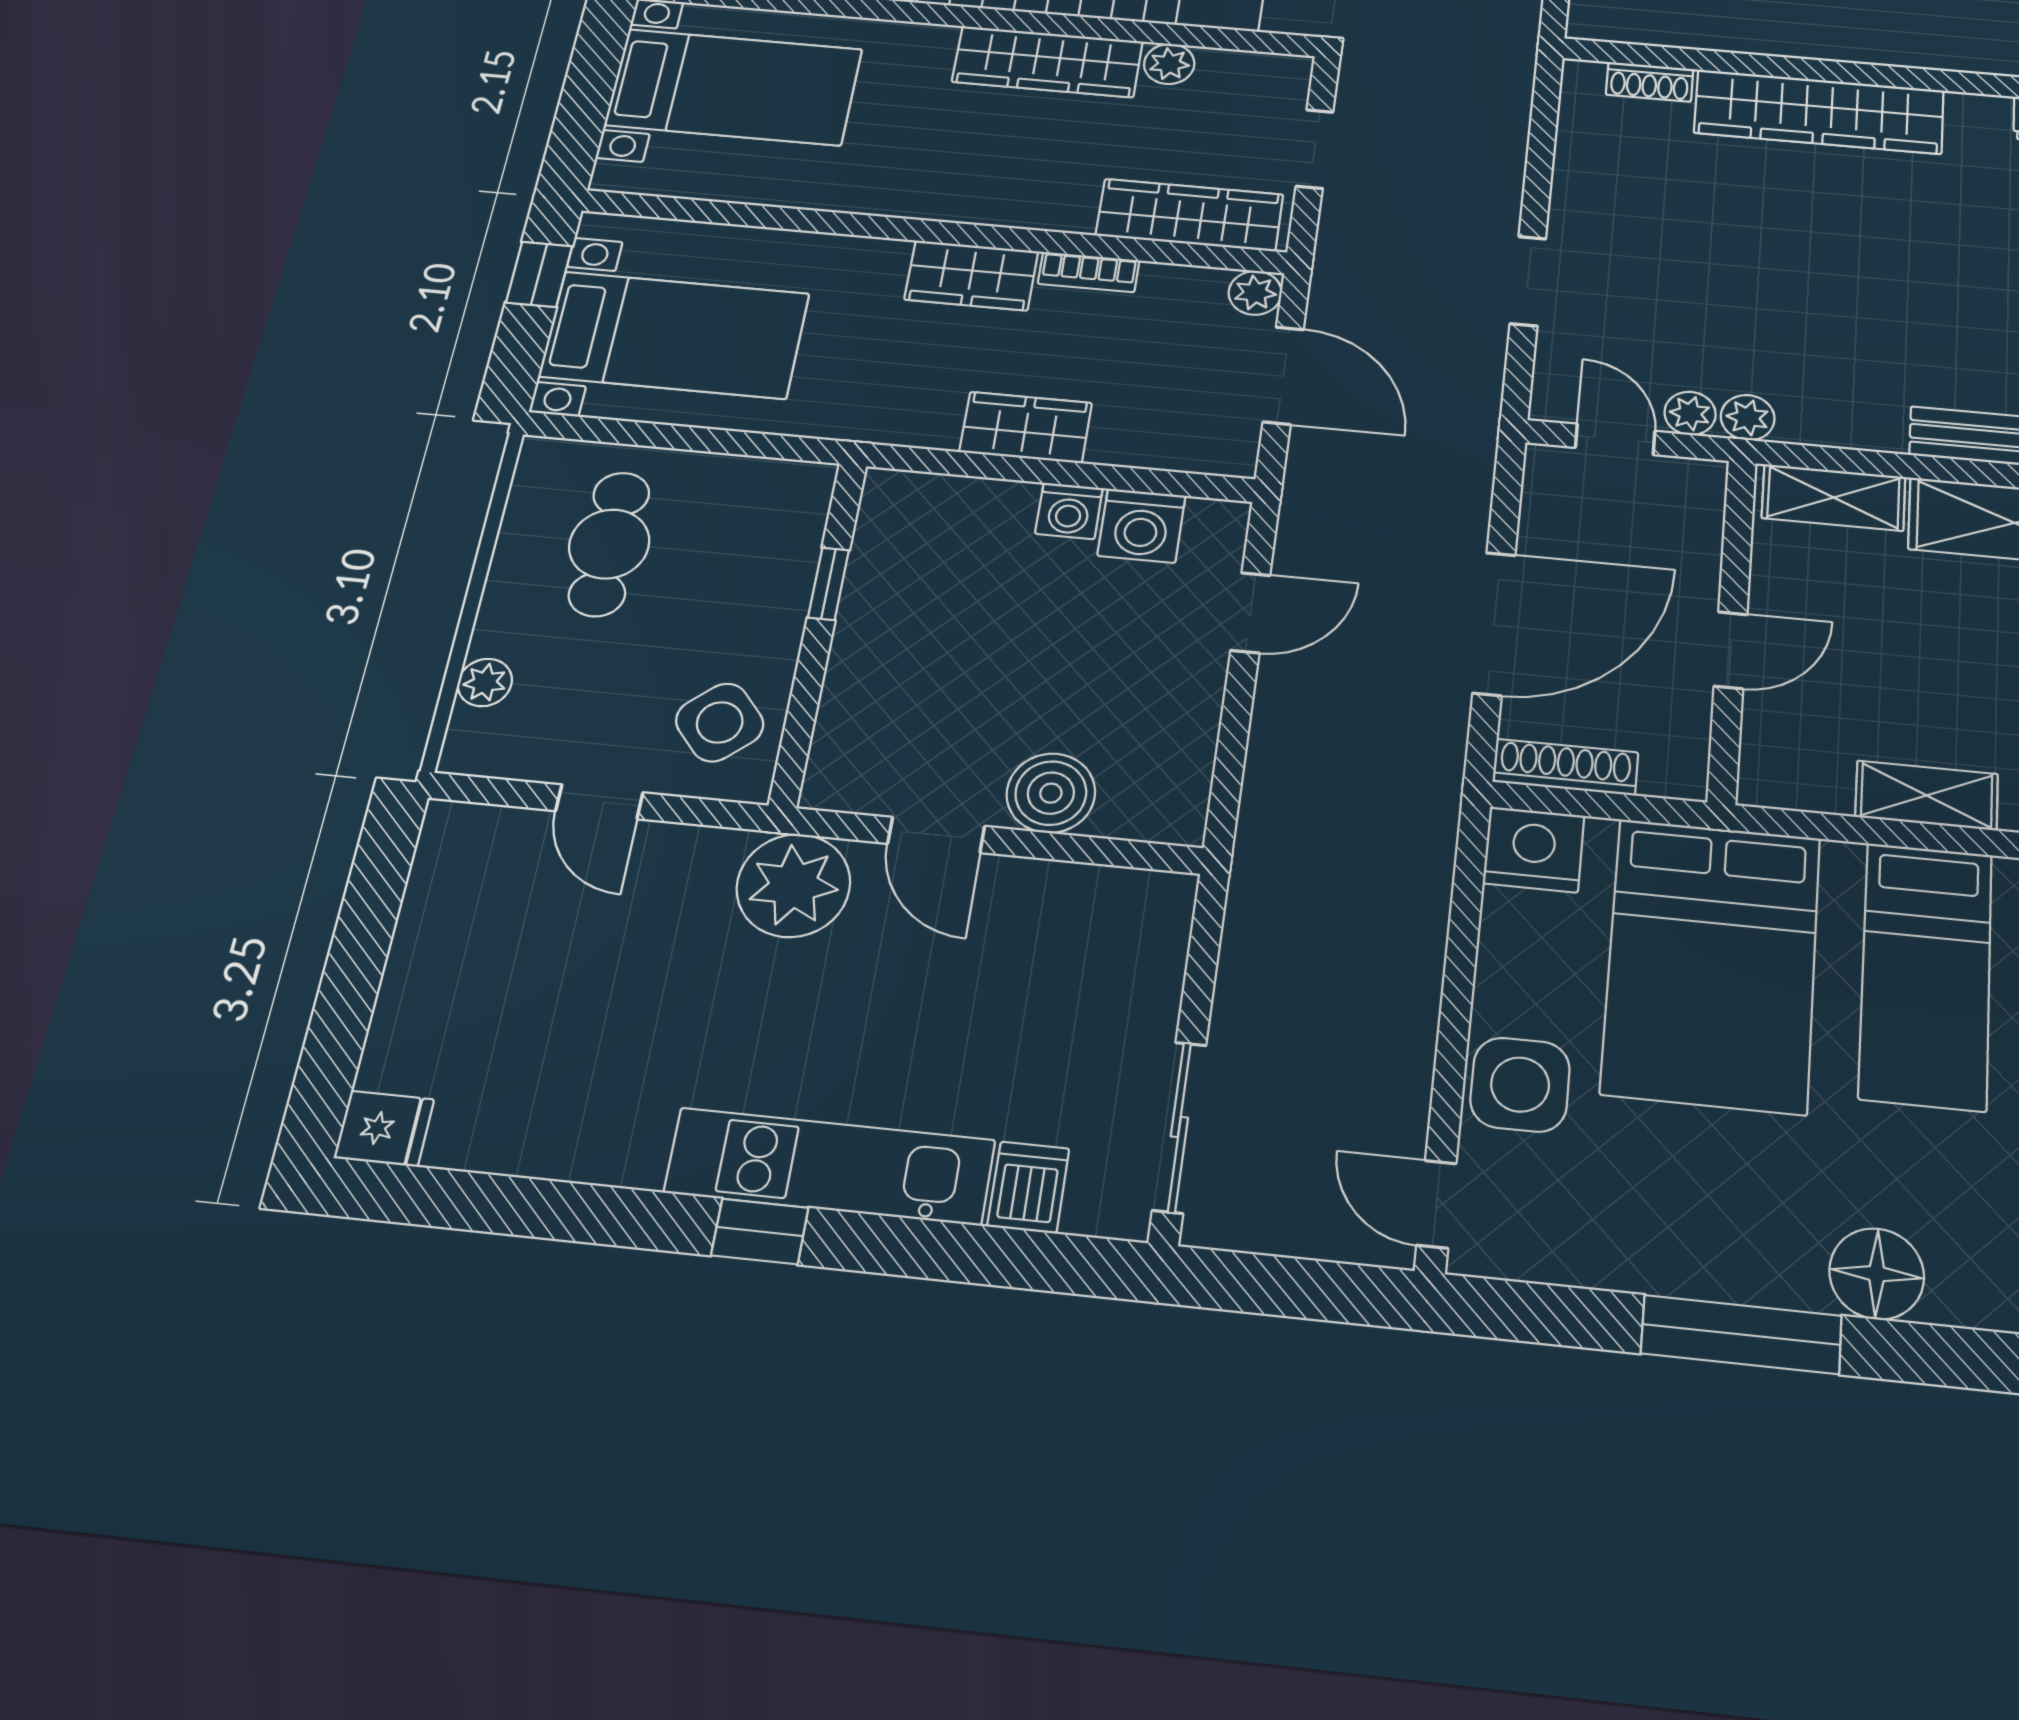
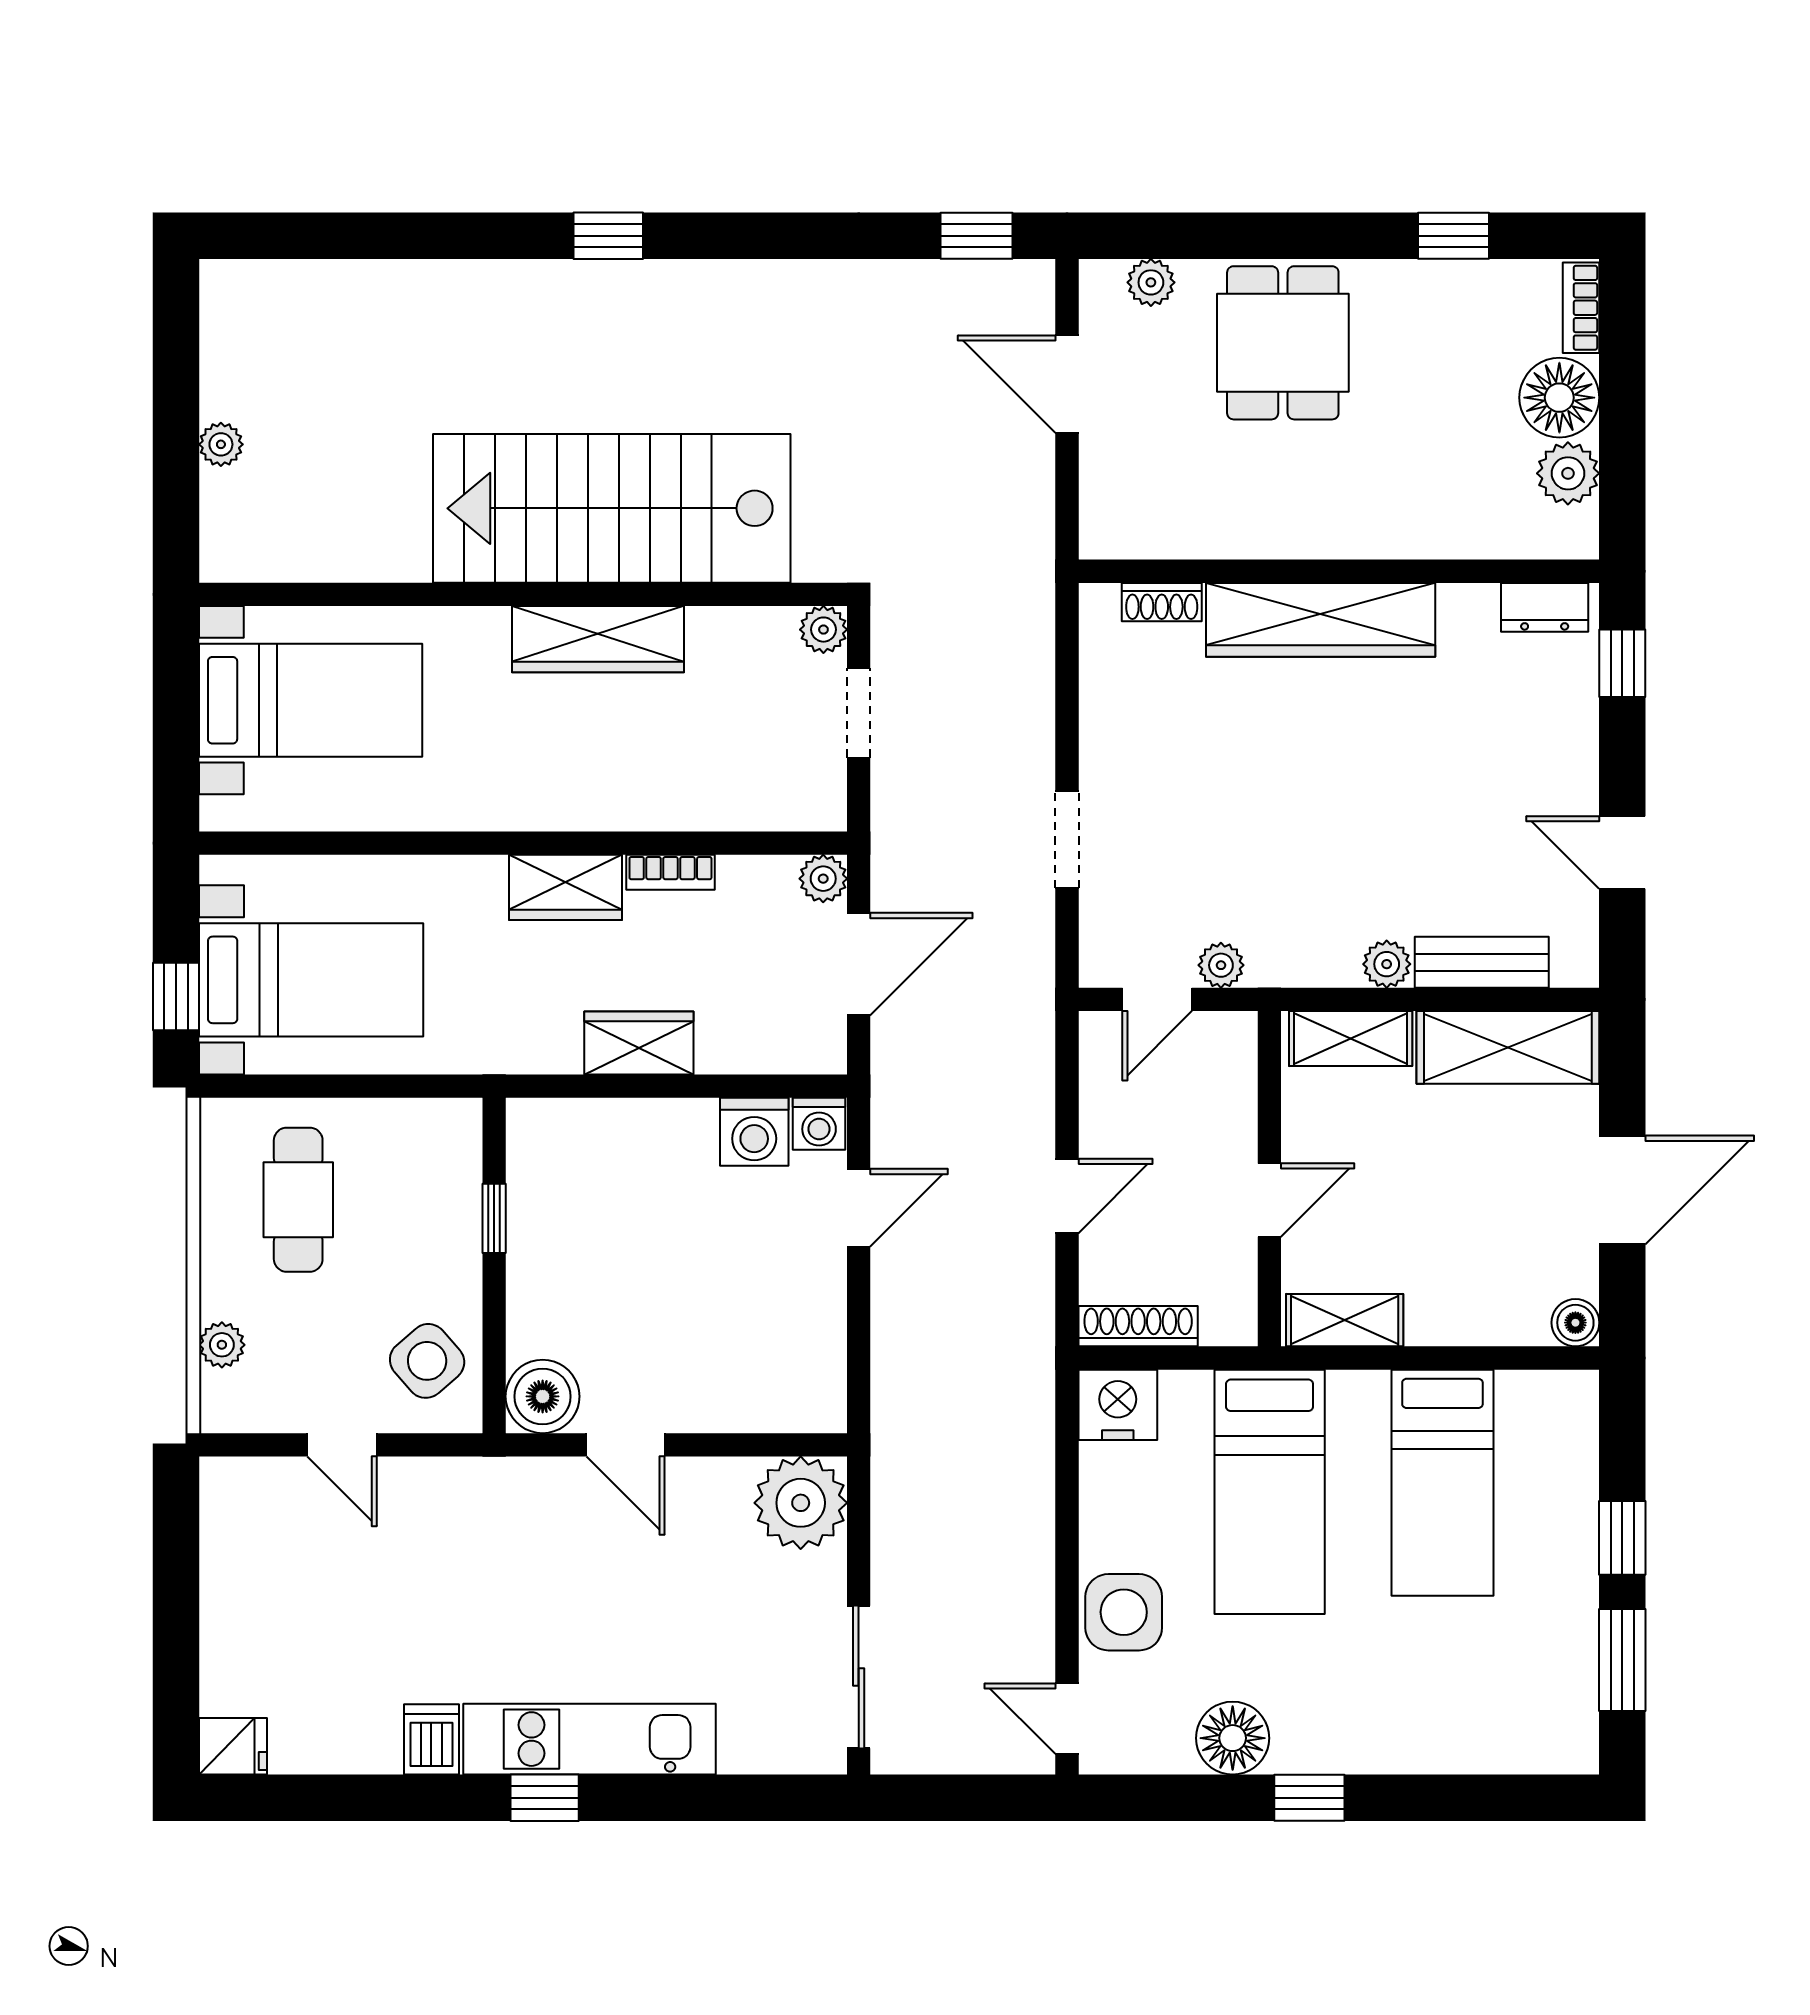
plant: (1169, 64) -> (823, 630), moved
wardrobe: (1190, 215) -> (753, 800), removed
window: (539, 274) -> (176, 996), moved
door: (1283, 375) -> (859, 964), hinge flipped
plant: (1748, 418) -> (1387, 964), moved
door: (1615, 439) -> (1157, 999), swing flipped
washing machine: (1069, 511) -> (819, 1124), moved
door: (1494, 624) -> (1067, 1196), width x0.53
boiler: (1051, 793) -> (543, 1396), moved
shelving: (1927, 795) -> (1345, 1320), moved
plant: (793, 885) -> (801, 1503), moved
bed: (1712, 964) -> (1270, 1492), width x0.67
dishwasher: (1028, 1187) -> (431, 1739), moved
floor lamp: (1877, 1274) -> (1233, 1738), moved
window: (1741, 1335) -> (1309, 1798), width x0.46

